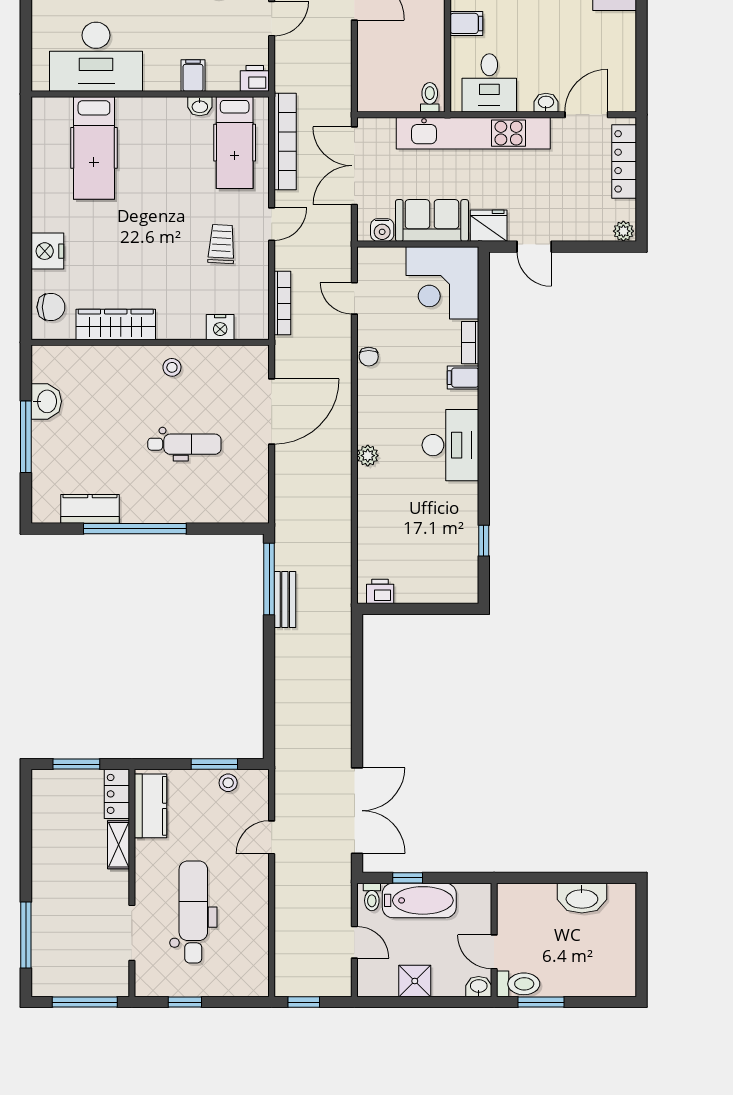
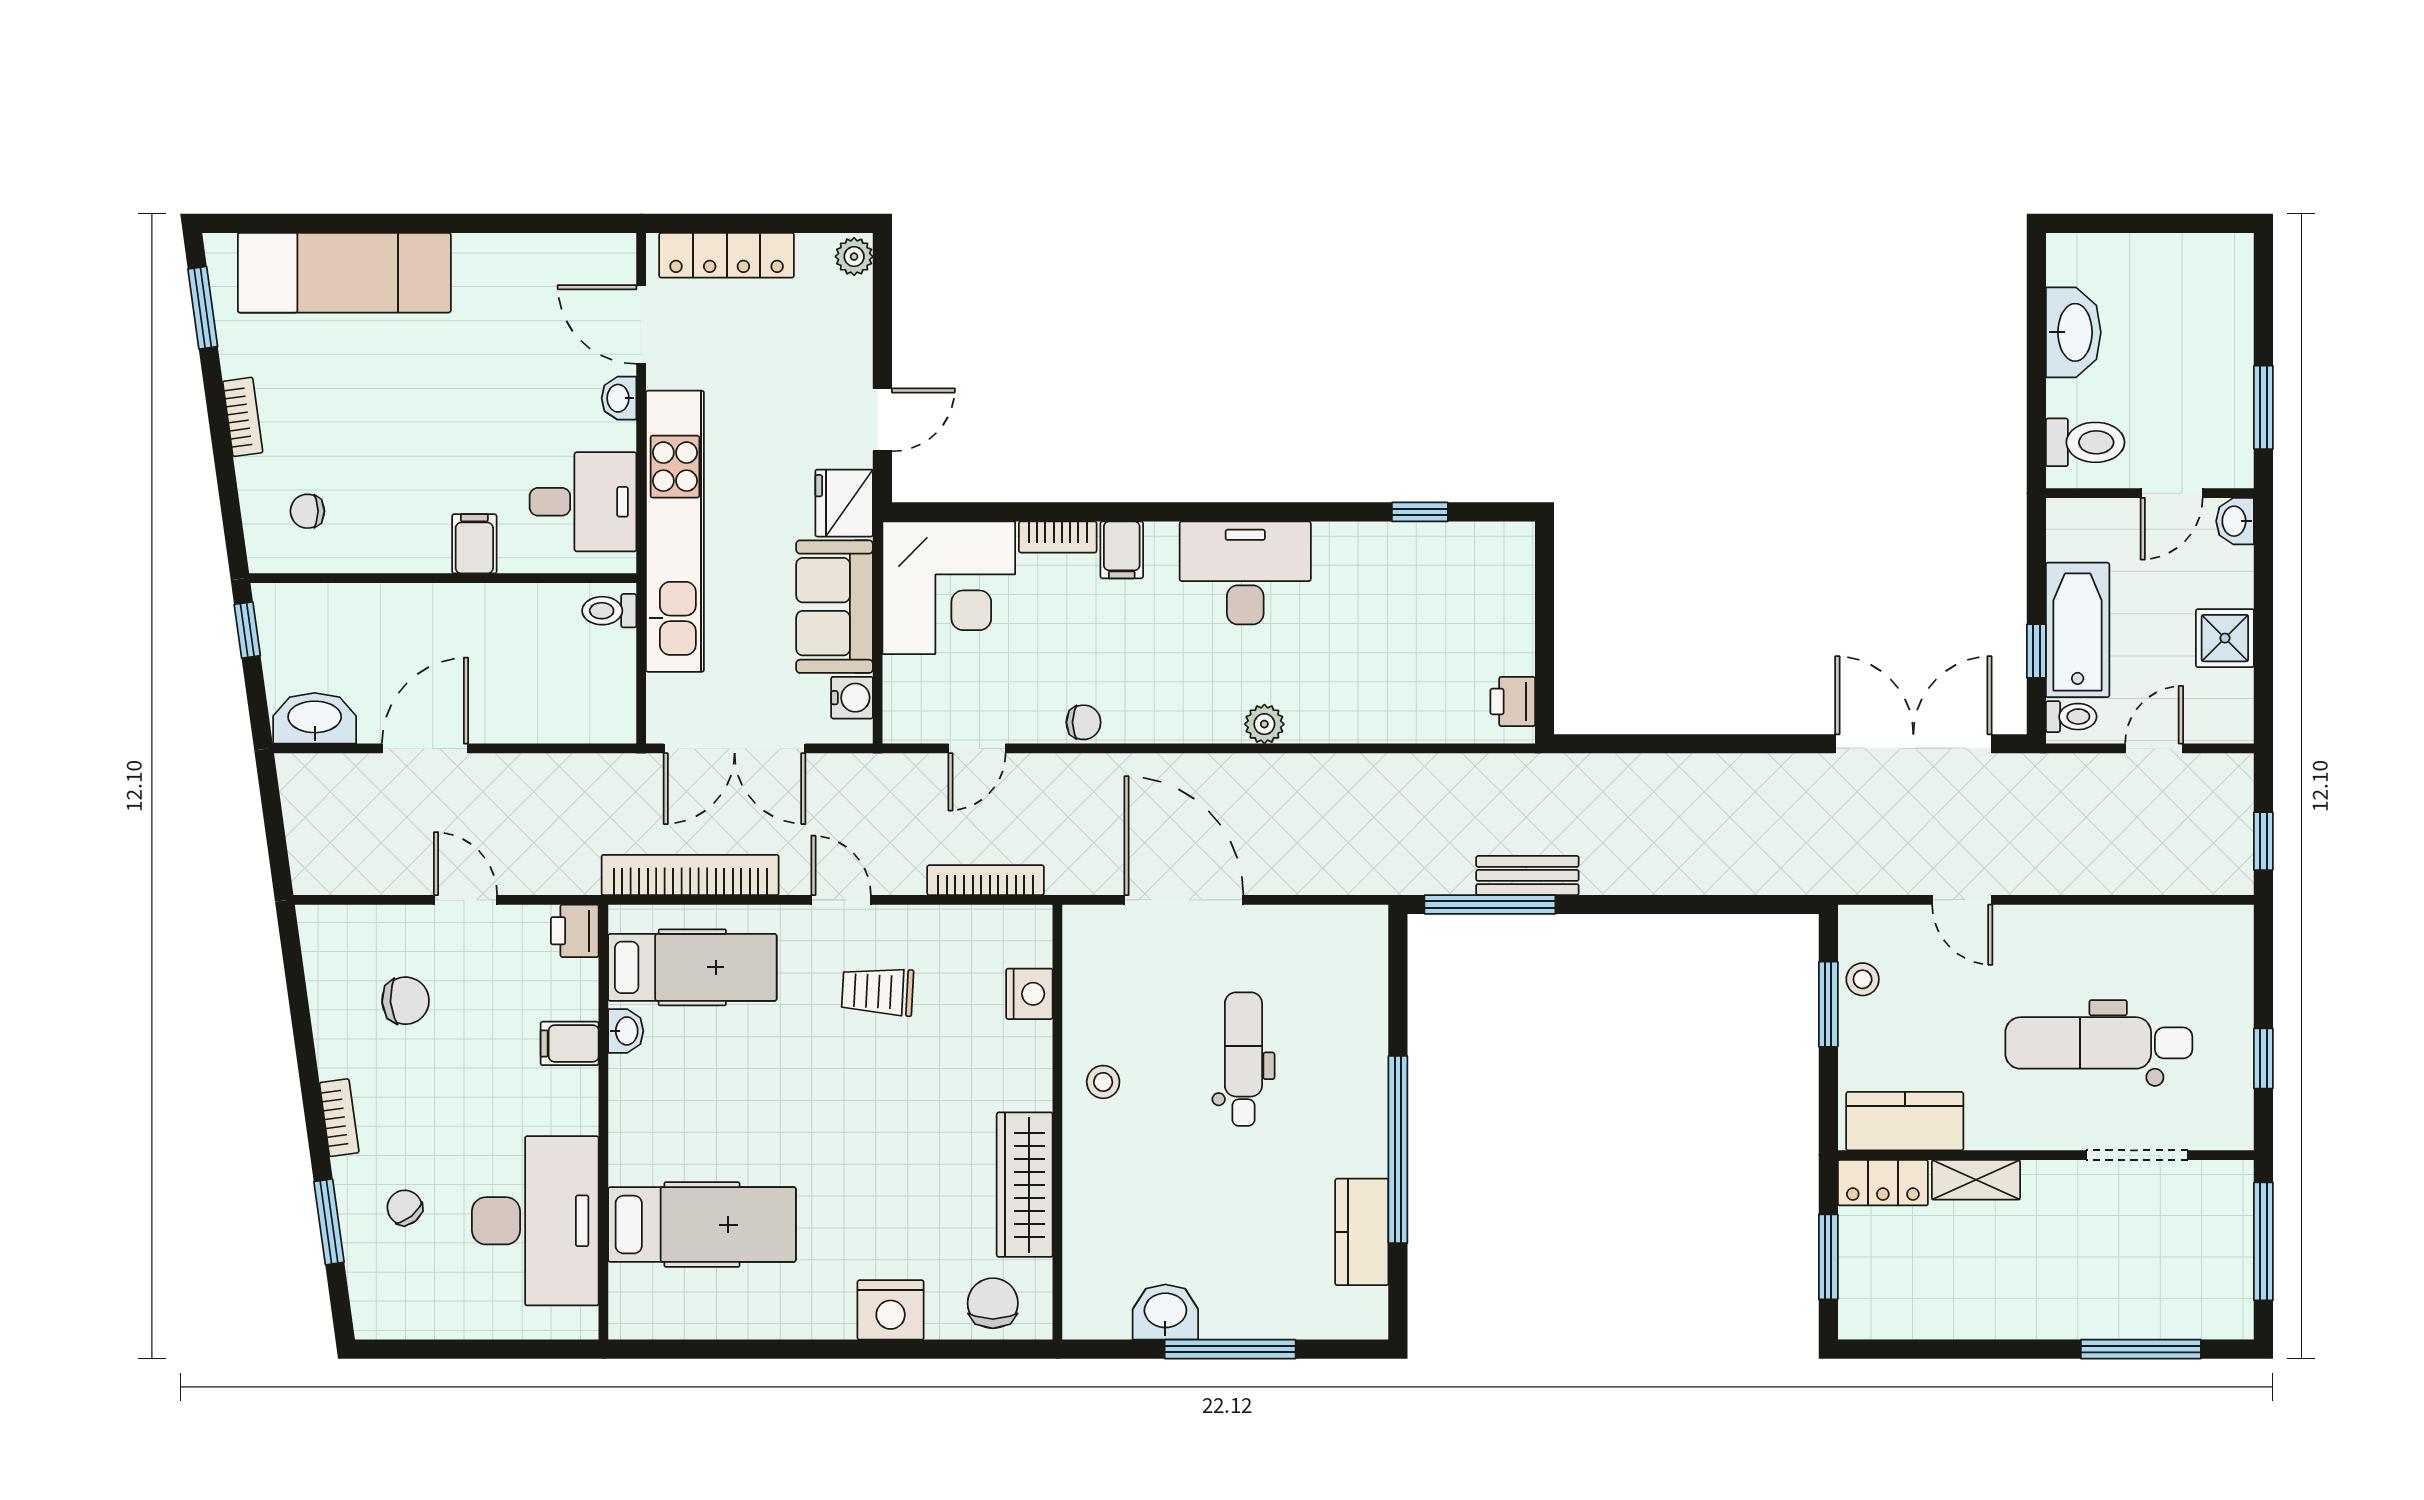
toilet: (518, 984) -> (2085, 442), moved, turned 90

